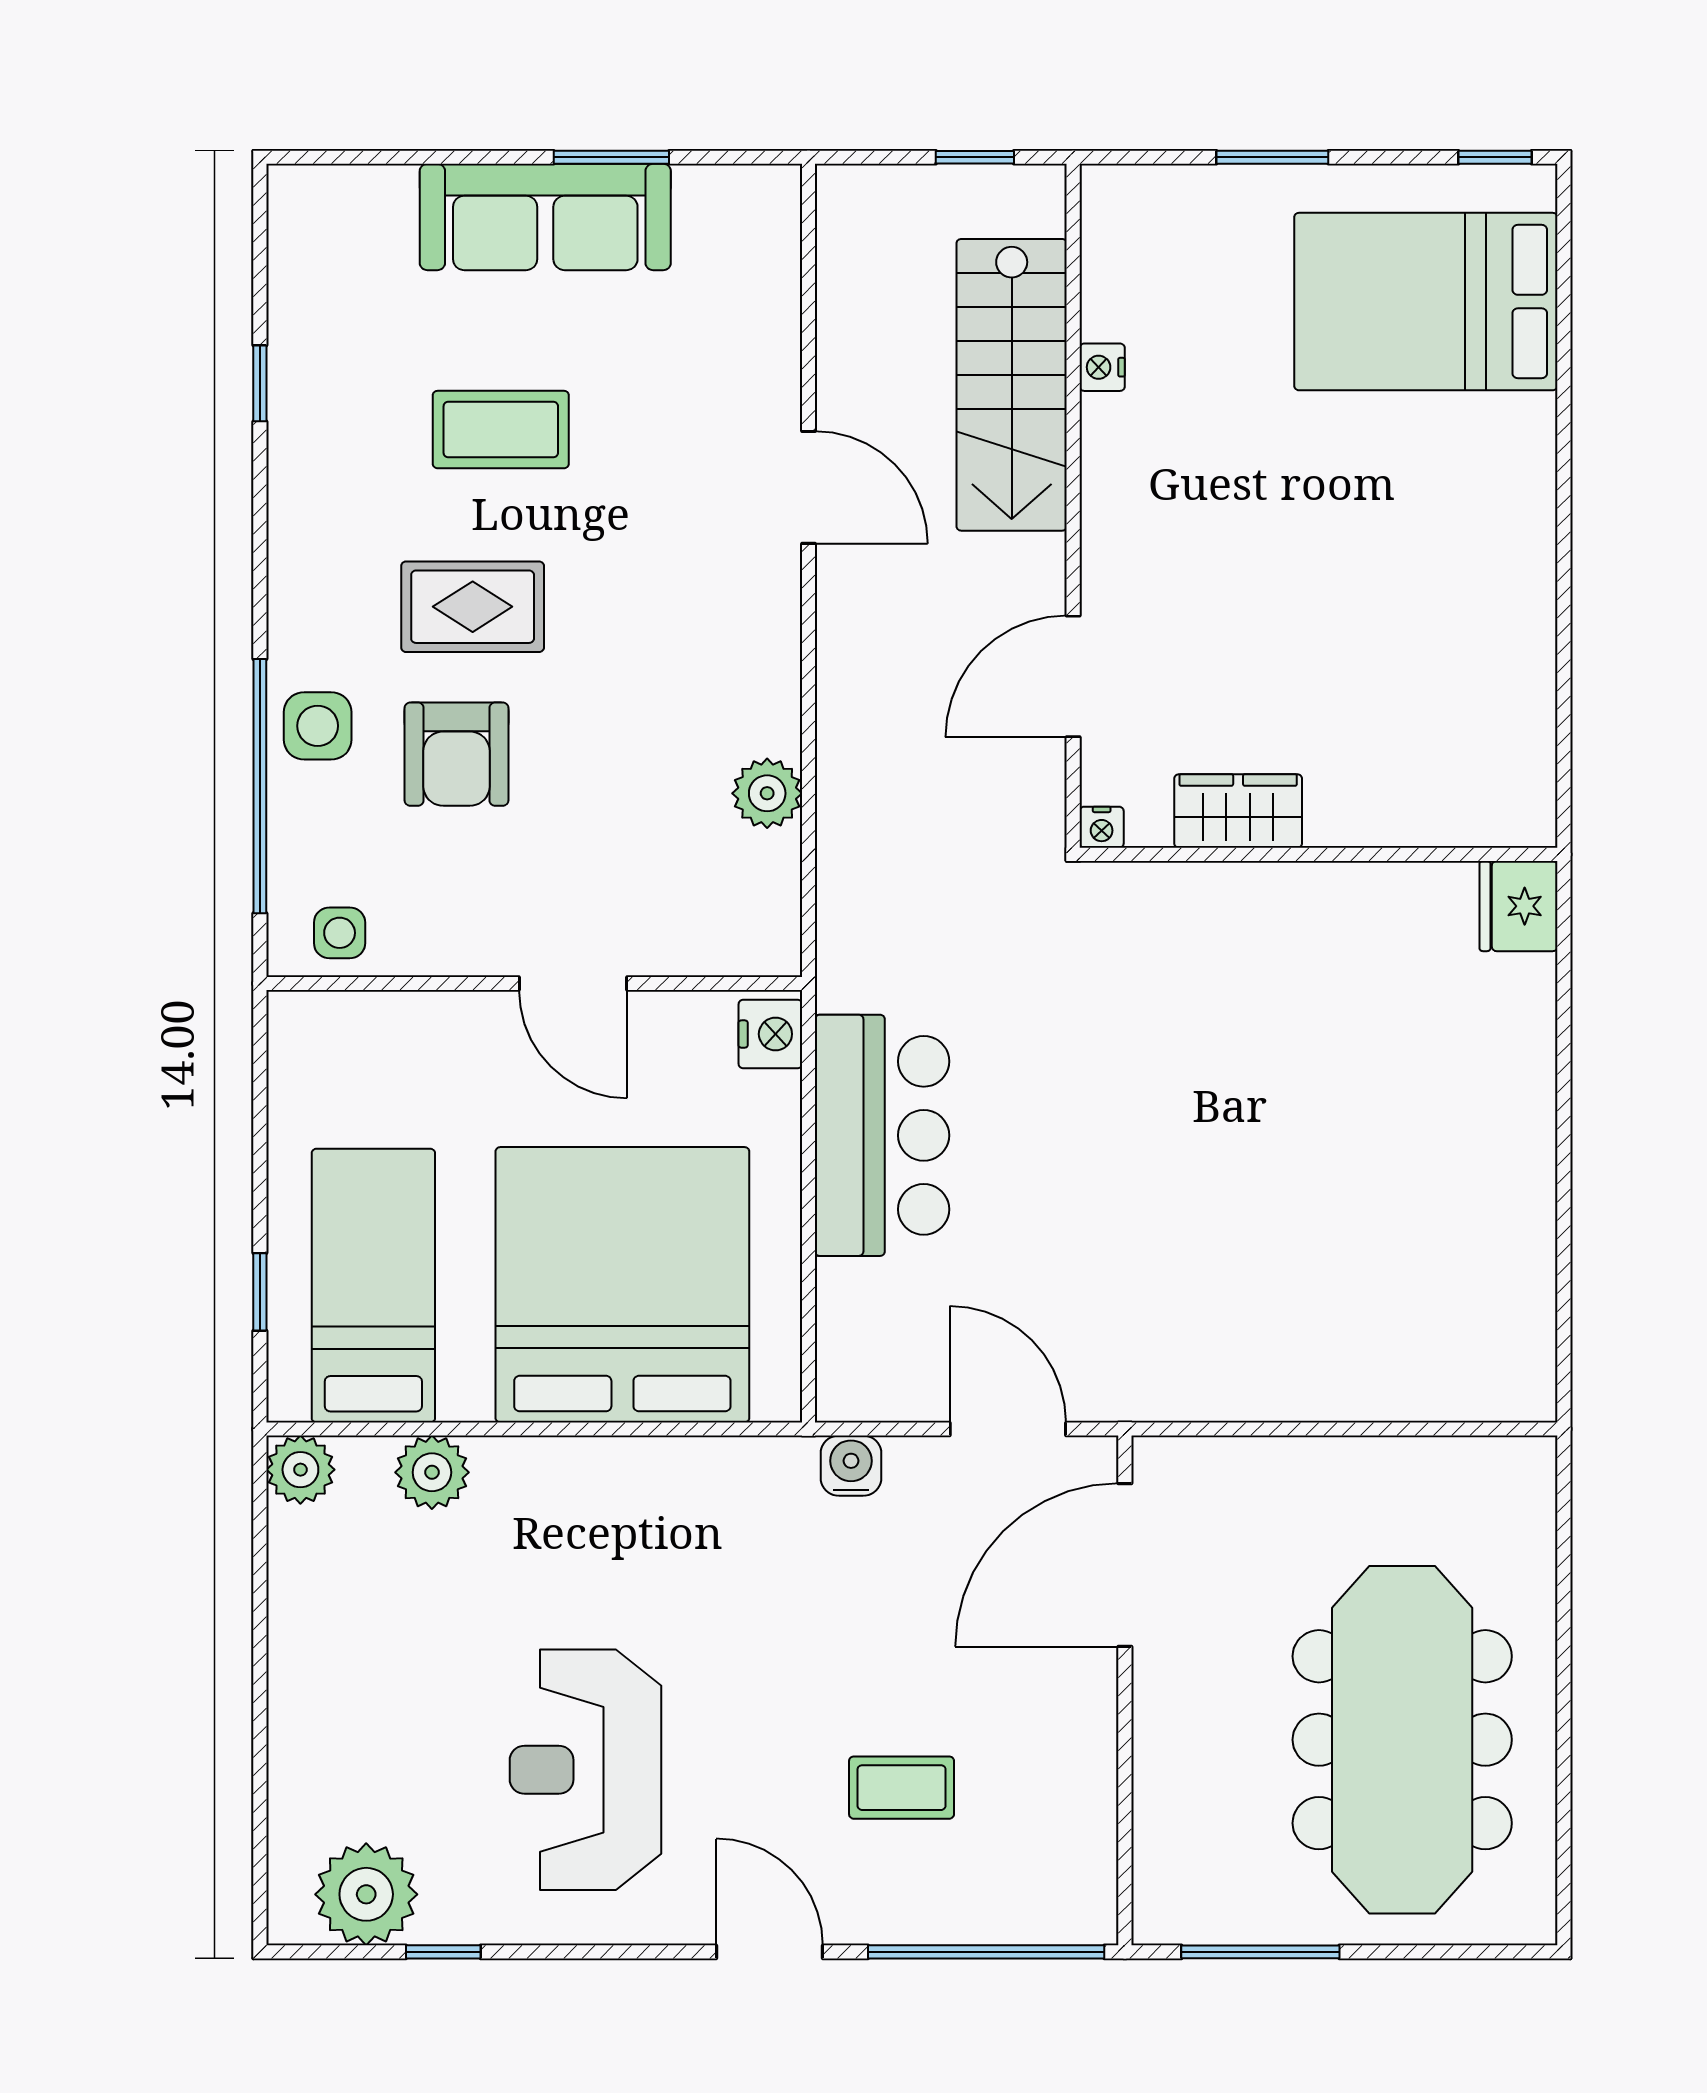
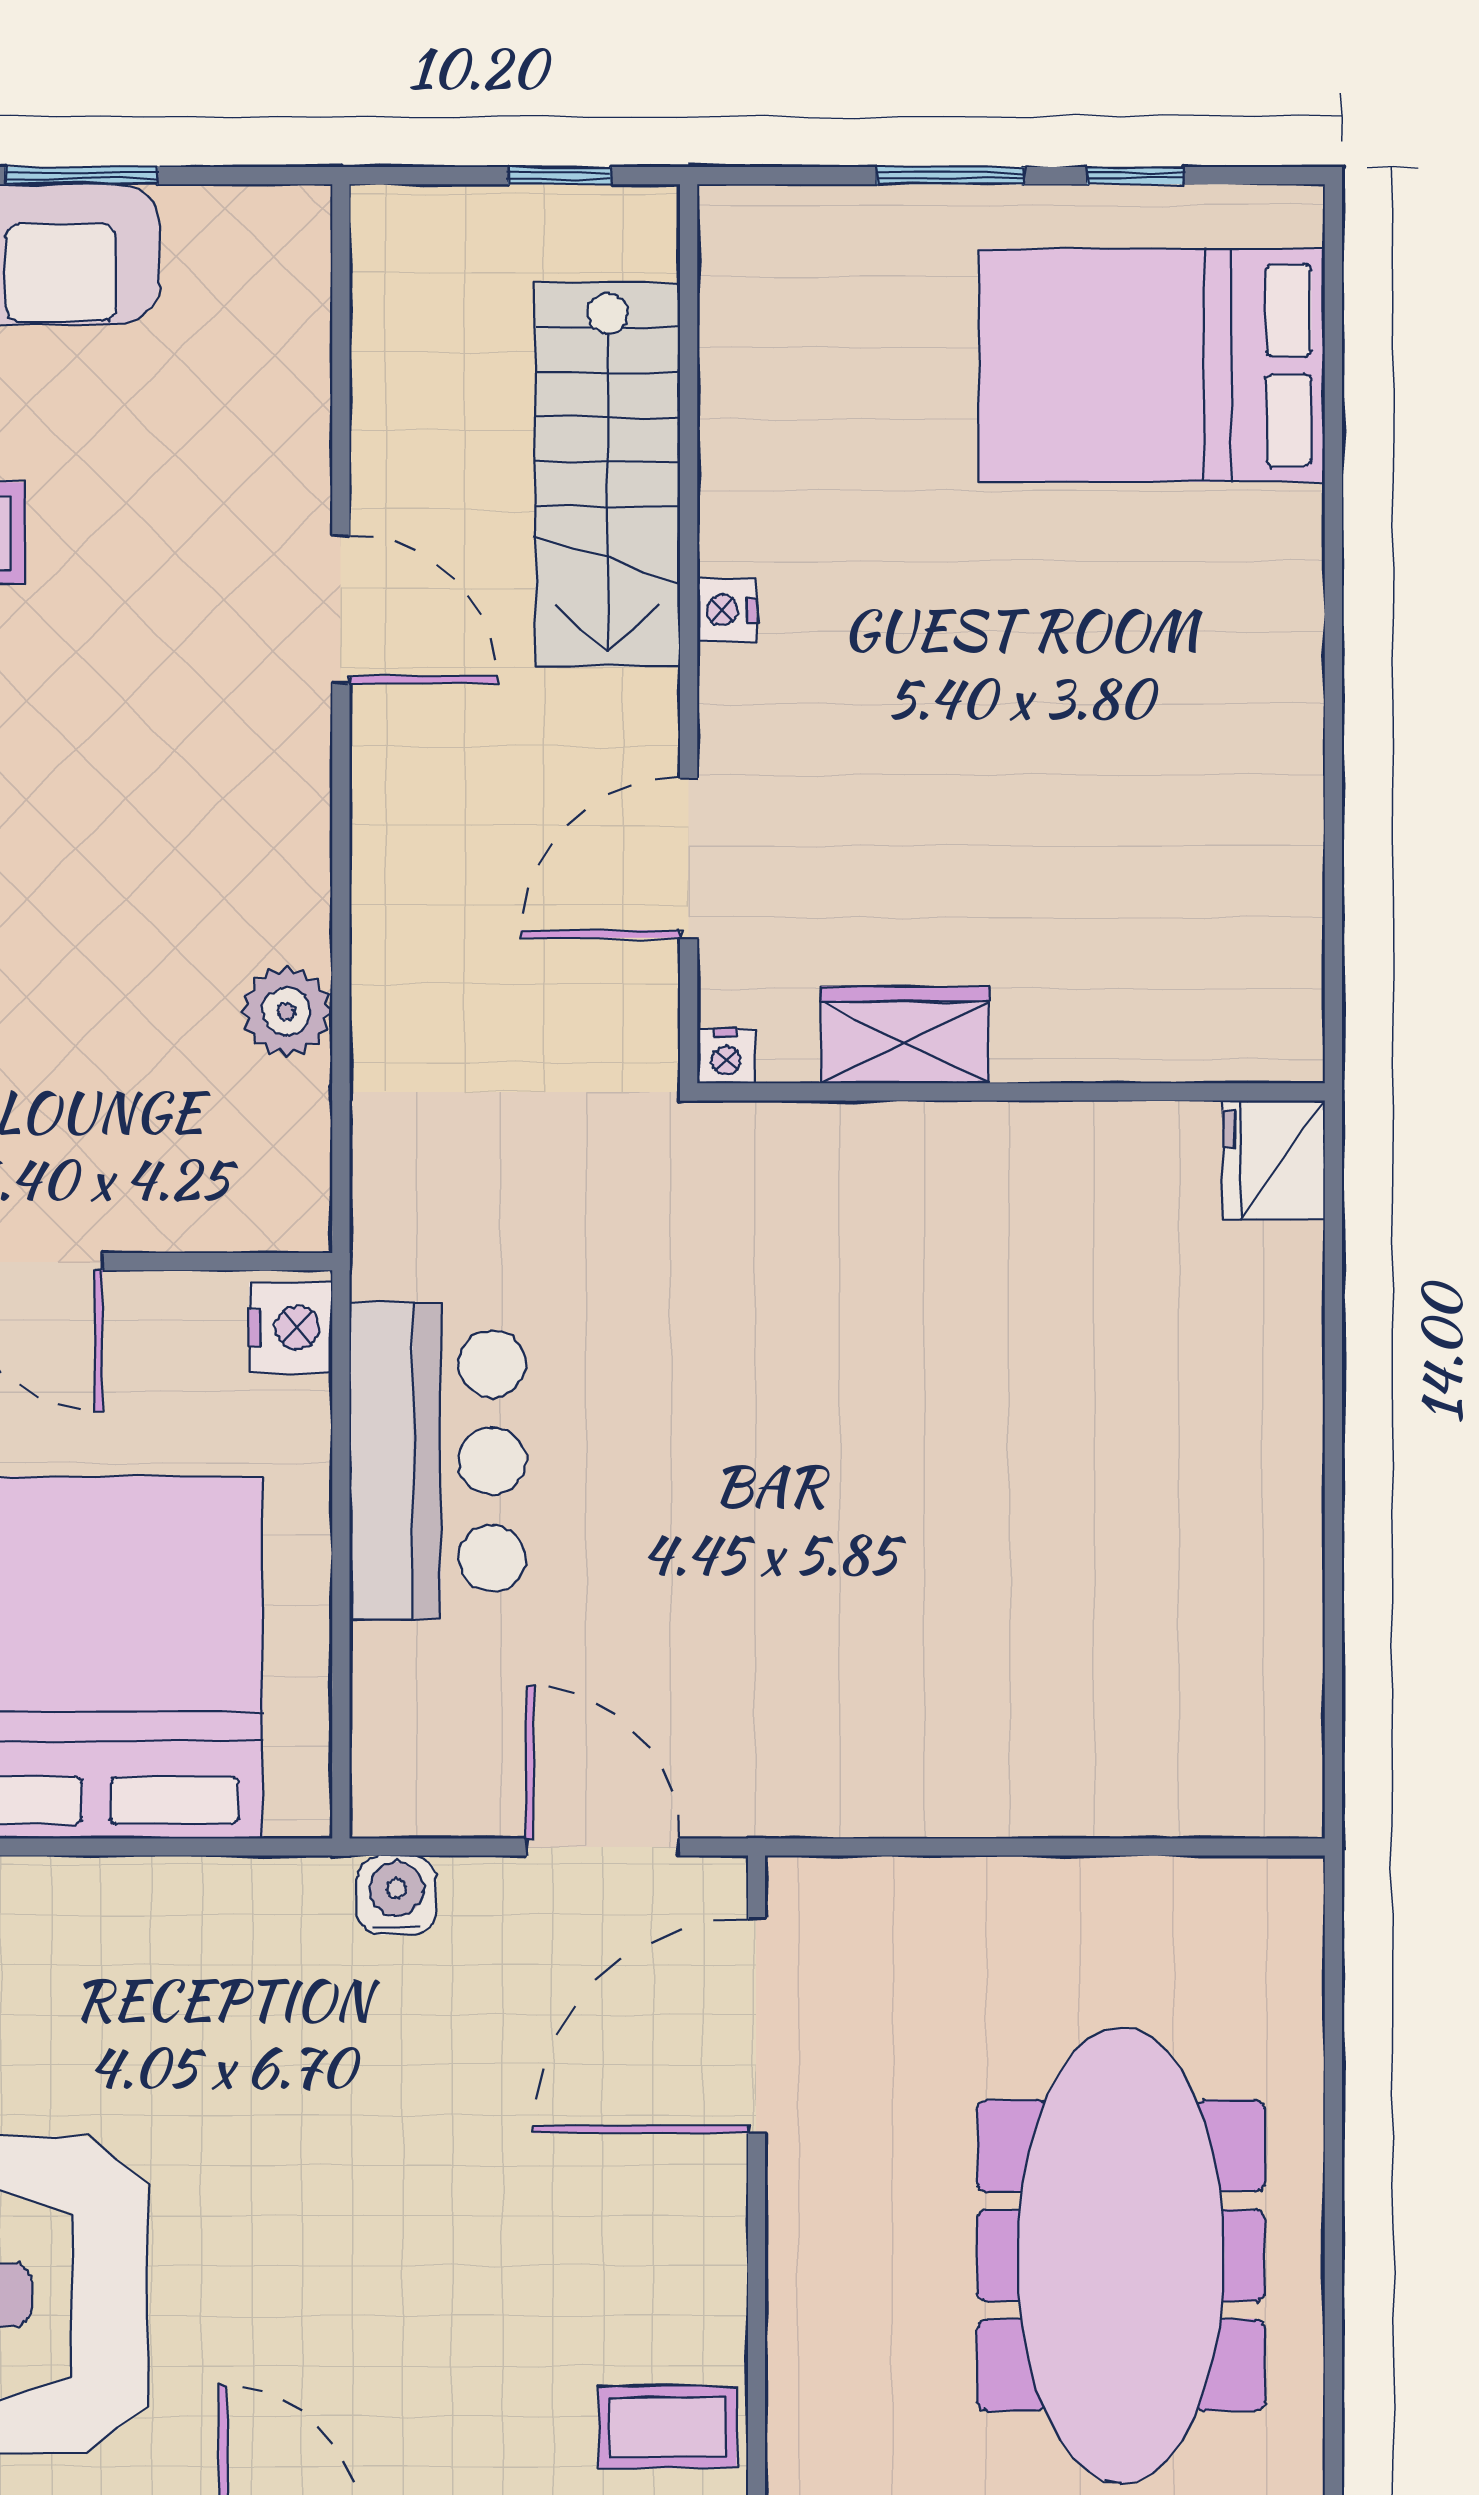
window: (1495, 157) -> (1135, 176), moved
nightstand: (1102, 367) -> (727, 610), moved
coffee table: (902, 1788) -> (668, 2427), moved

